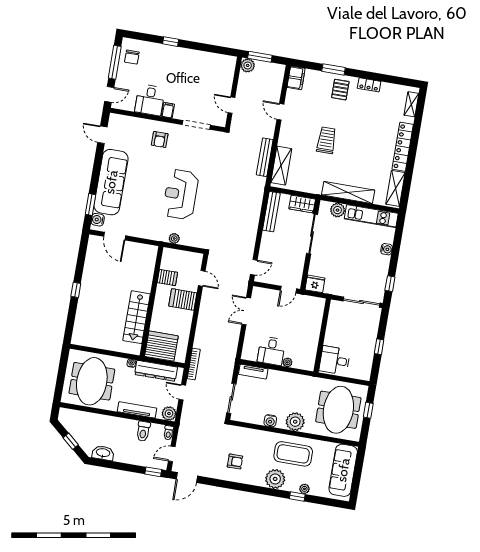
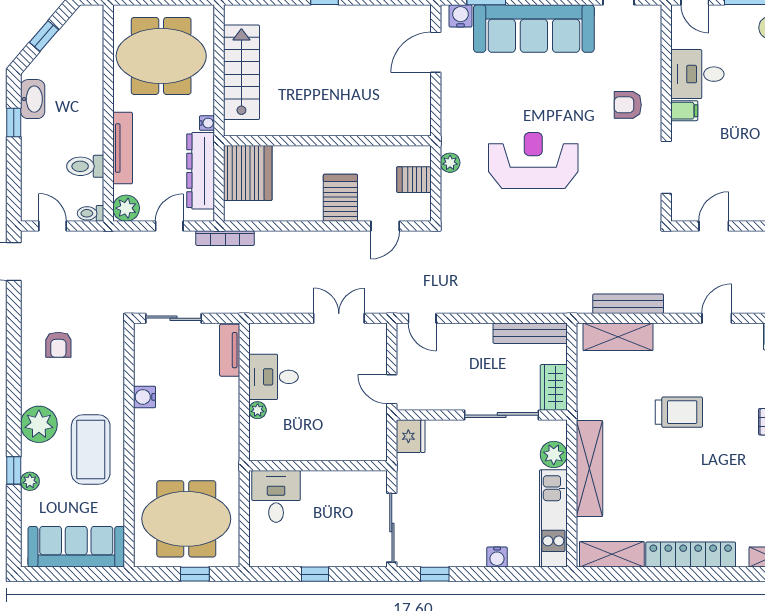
server rack: (167, 278) -> (414, 180), moved, turned 90
stairs: (137, 317) -> (241, 72), moved, turned 90
plant: (295, 422) -> (151, 443), removed
window: (153, 472) -> (14, 123), moved

